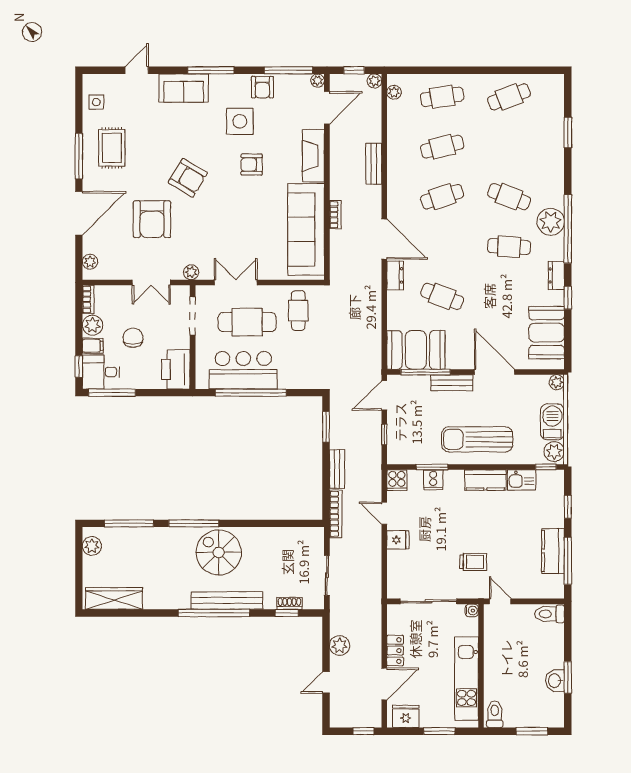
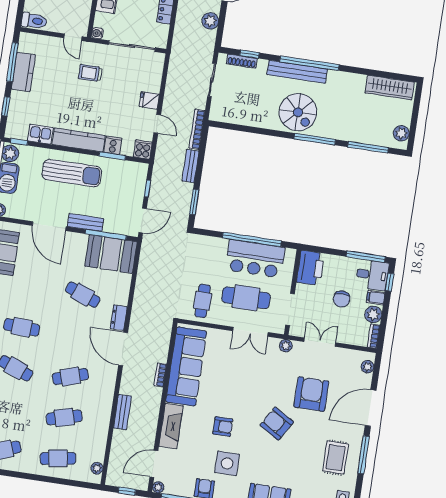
plant: (374, 81) -> (112, 480), removed
kitchen counter: (485, 480) -> (79, 140), width x1.50
shoe rack: (289, 603) -> (242, 61), width x1.43

